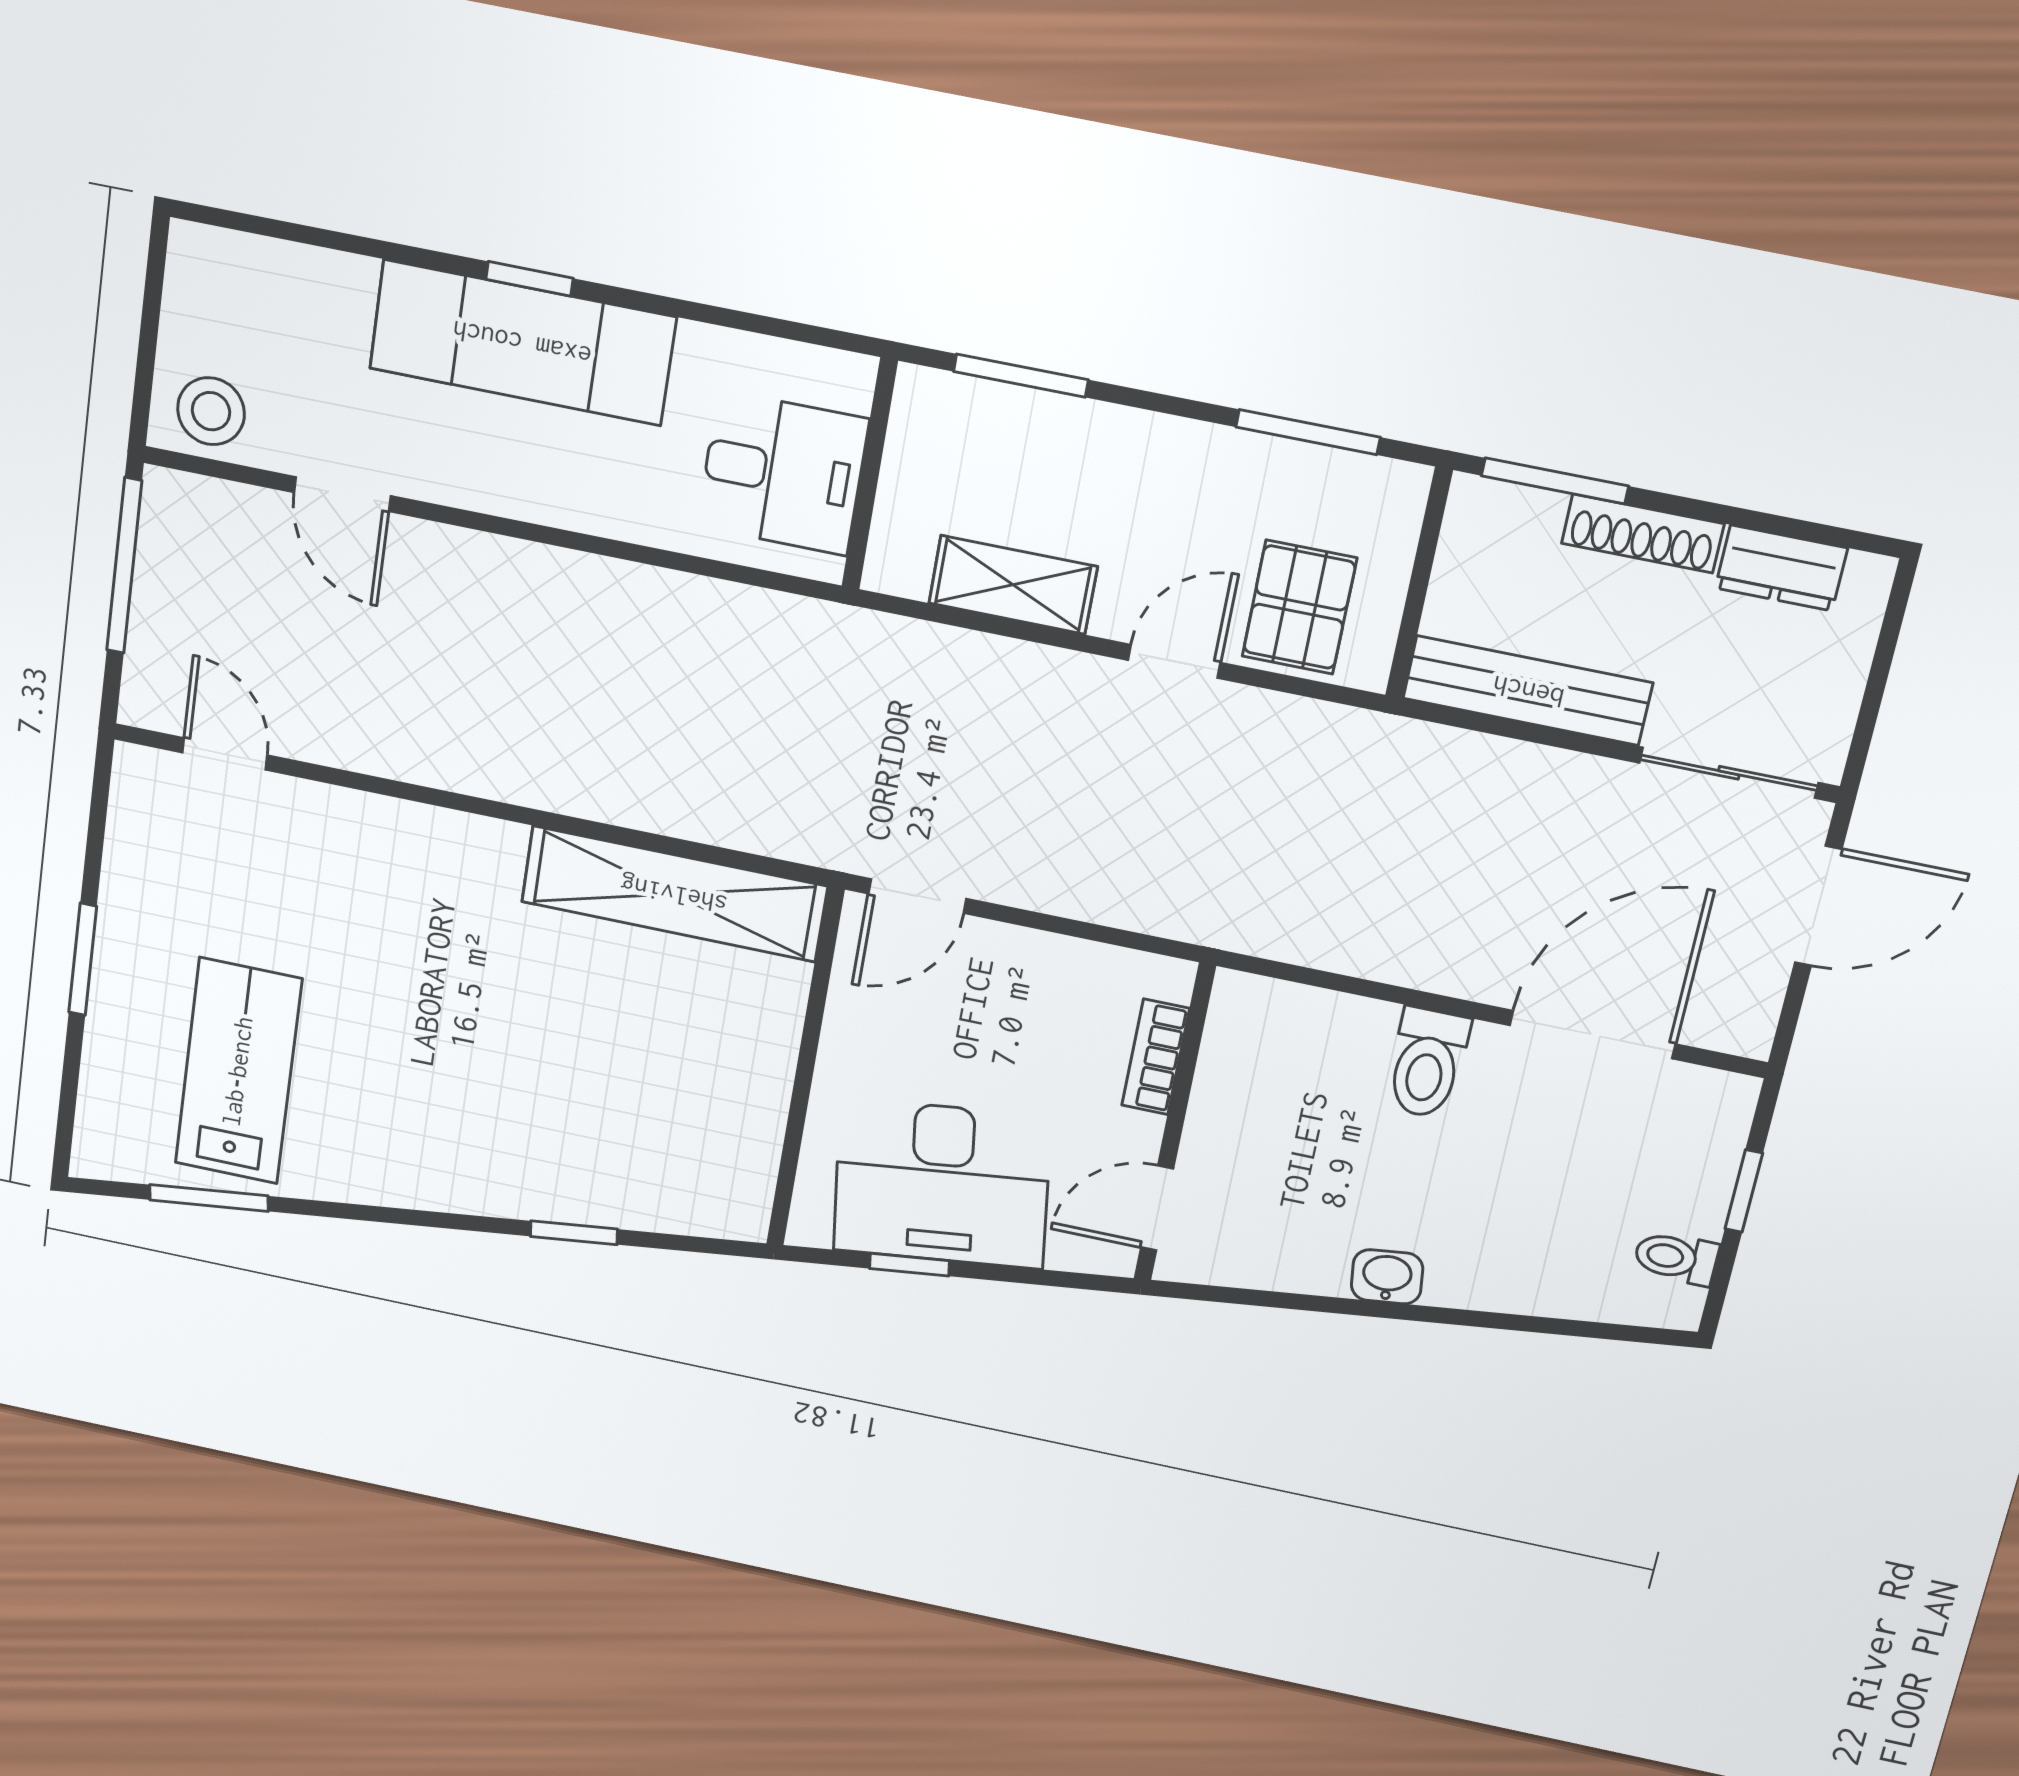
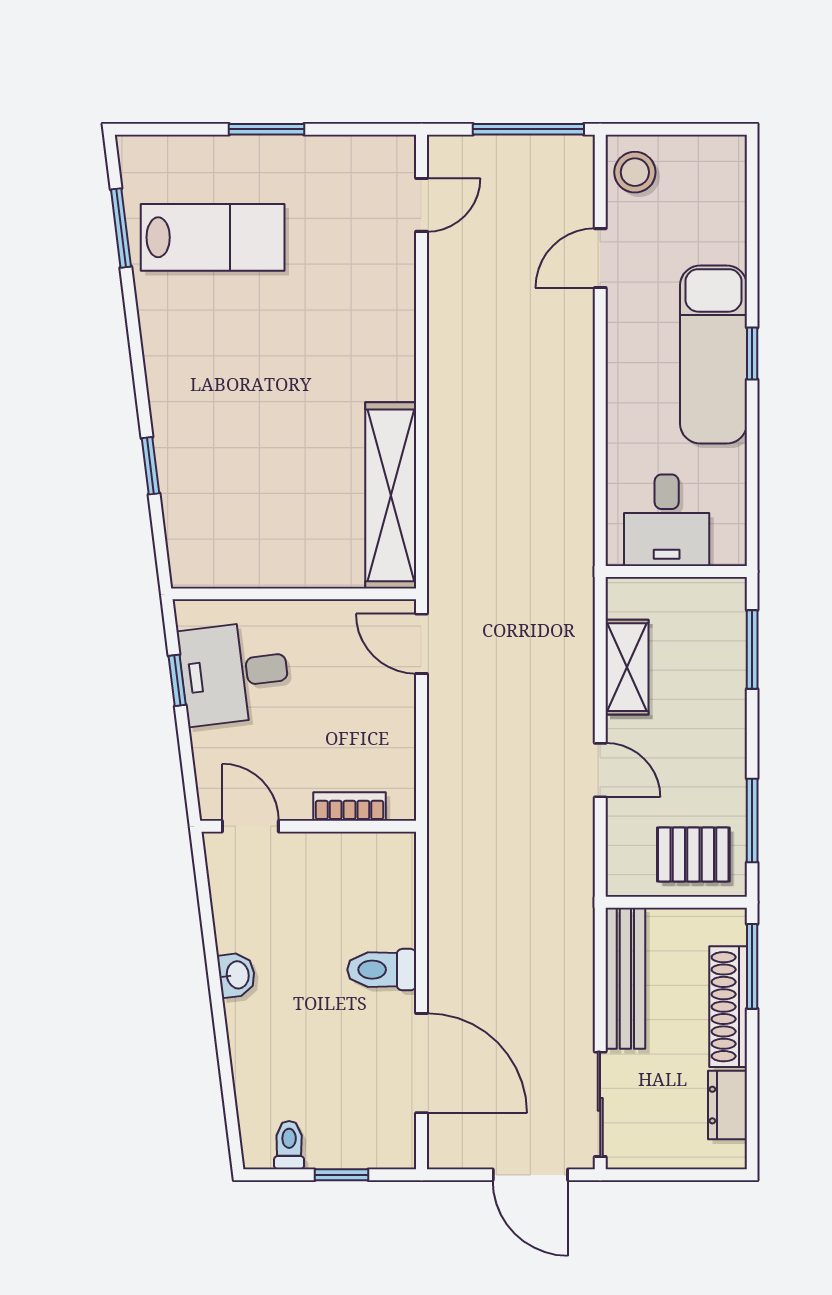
shoe rack: (1643, 533) -> (728, 1007), width x1.36, depth x1.24
pallet: (1299, 607) -> (693, 854), moved
desk: (942, 1184) -> (234, 673), width x0.73

